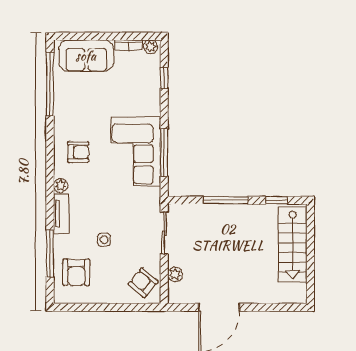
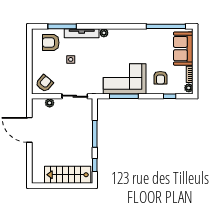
armchair: (78, 152) -> (160, 78), moved
tv unit: (61, 214) -> (82, 33), width x1.41

